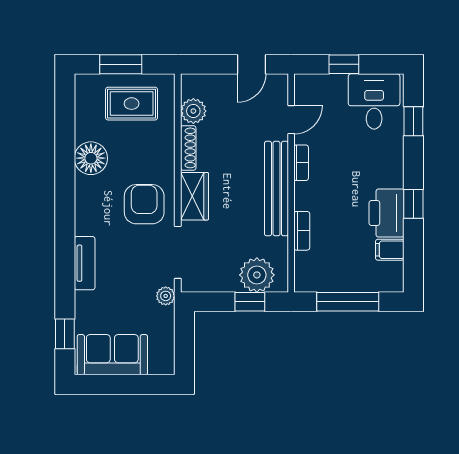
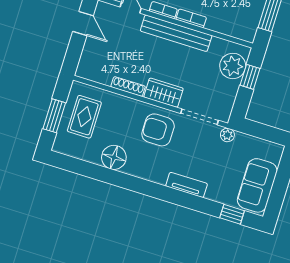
plant: (193, 111) -> (103, 75), removed
bookcase: (302, 231) -> (191, 18), moved

